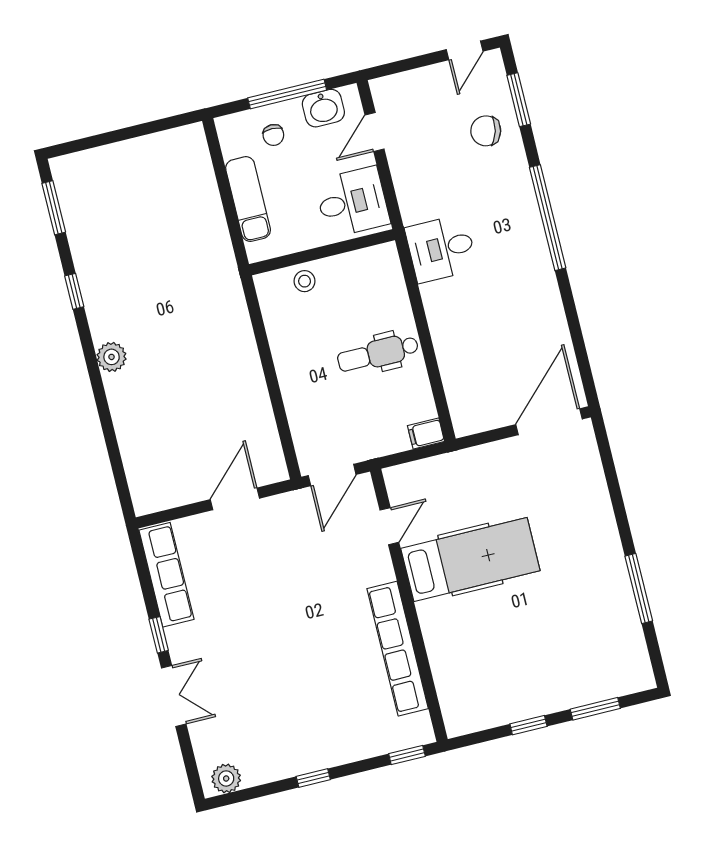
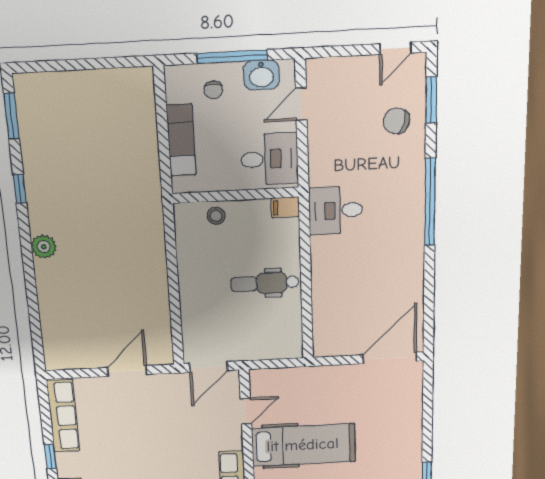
filing cabinet: (426, 434) -> (285, 207), moved

